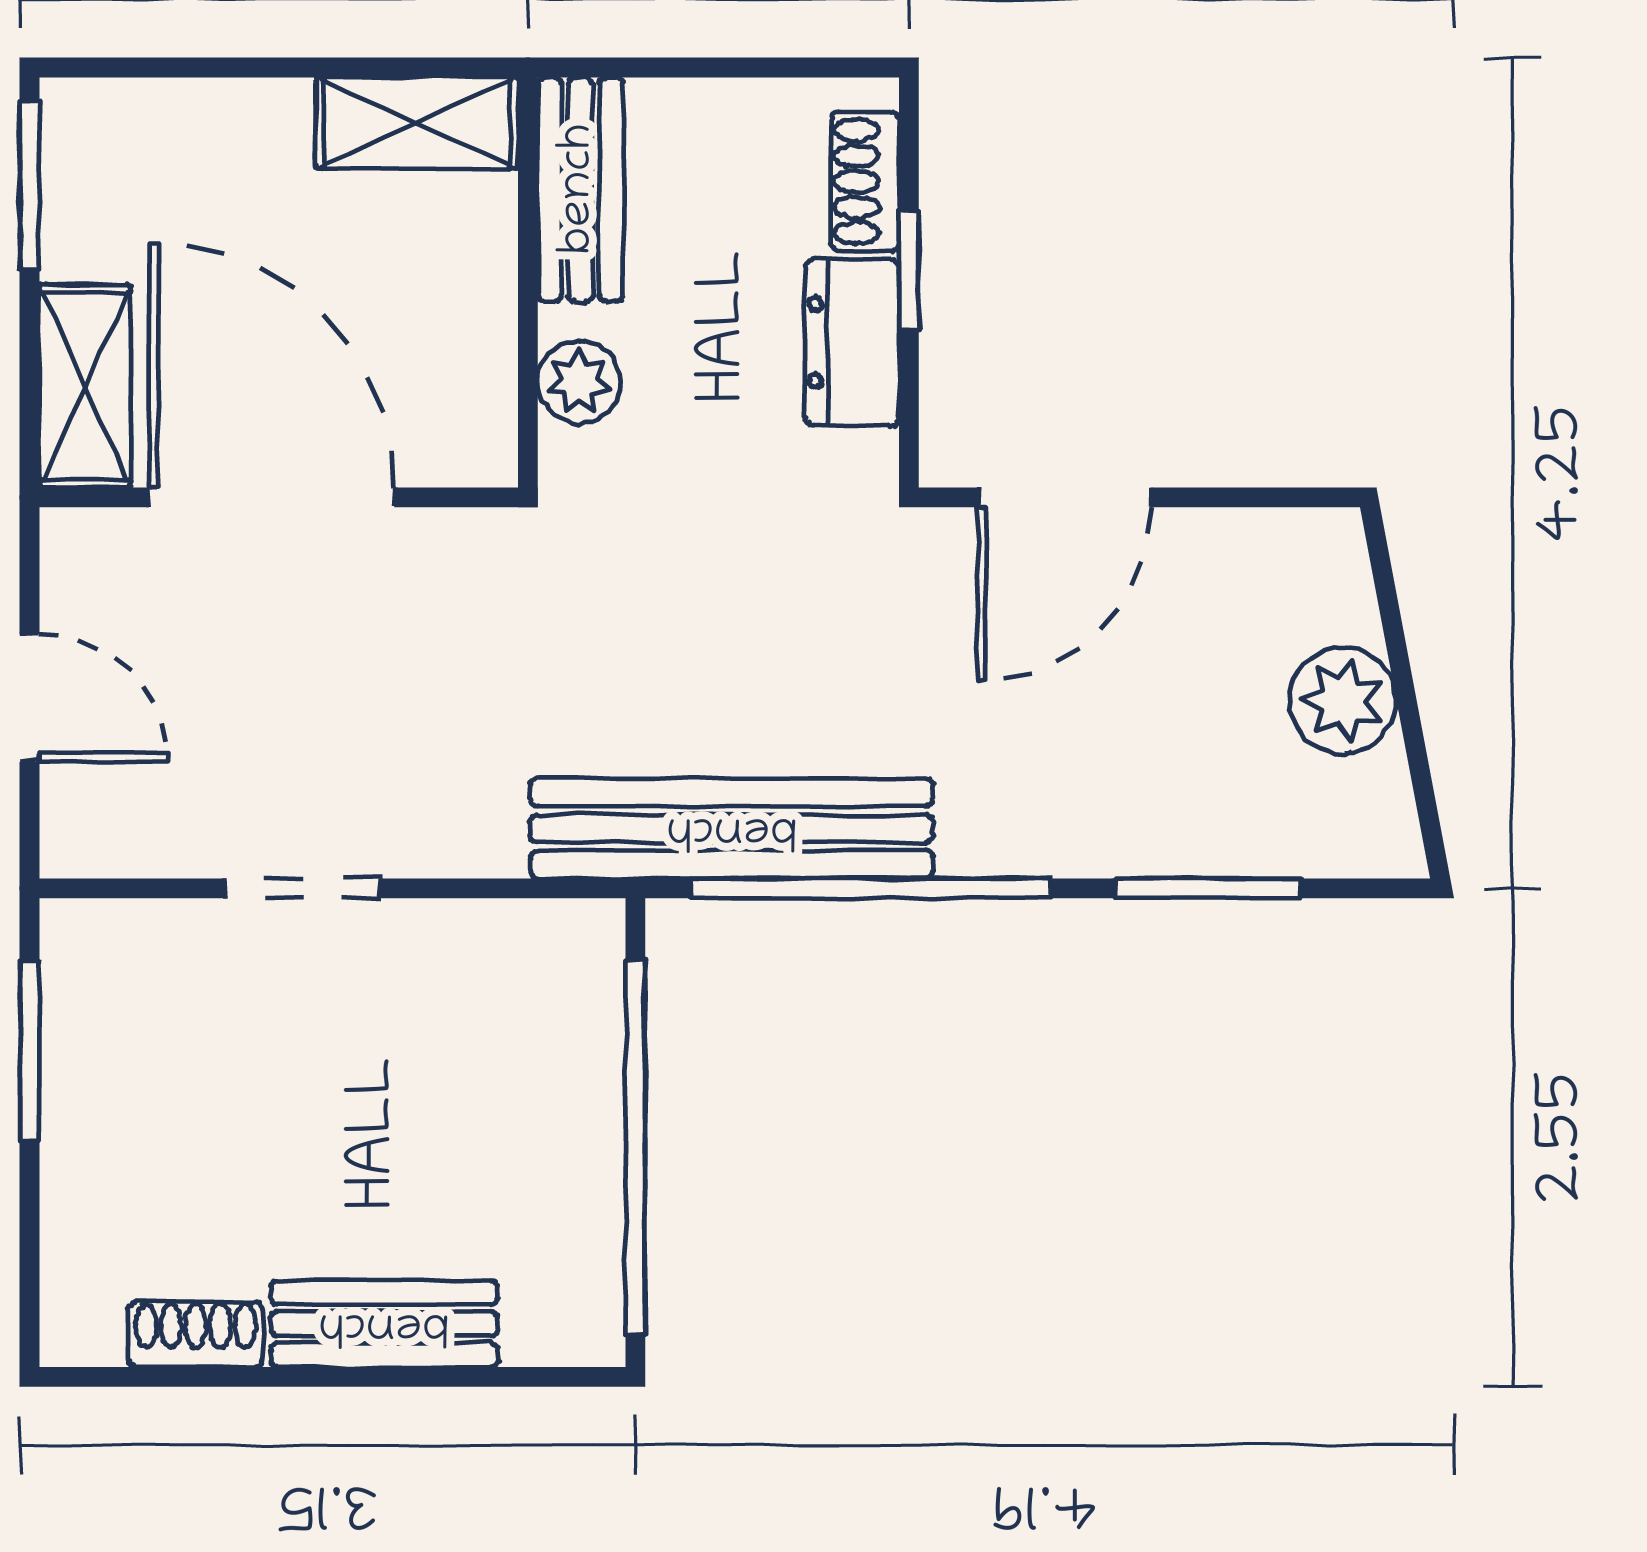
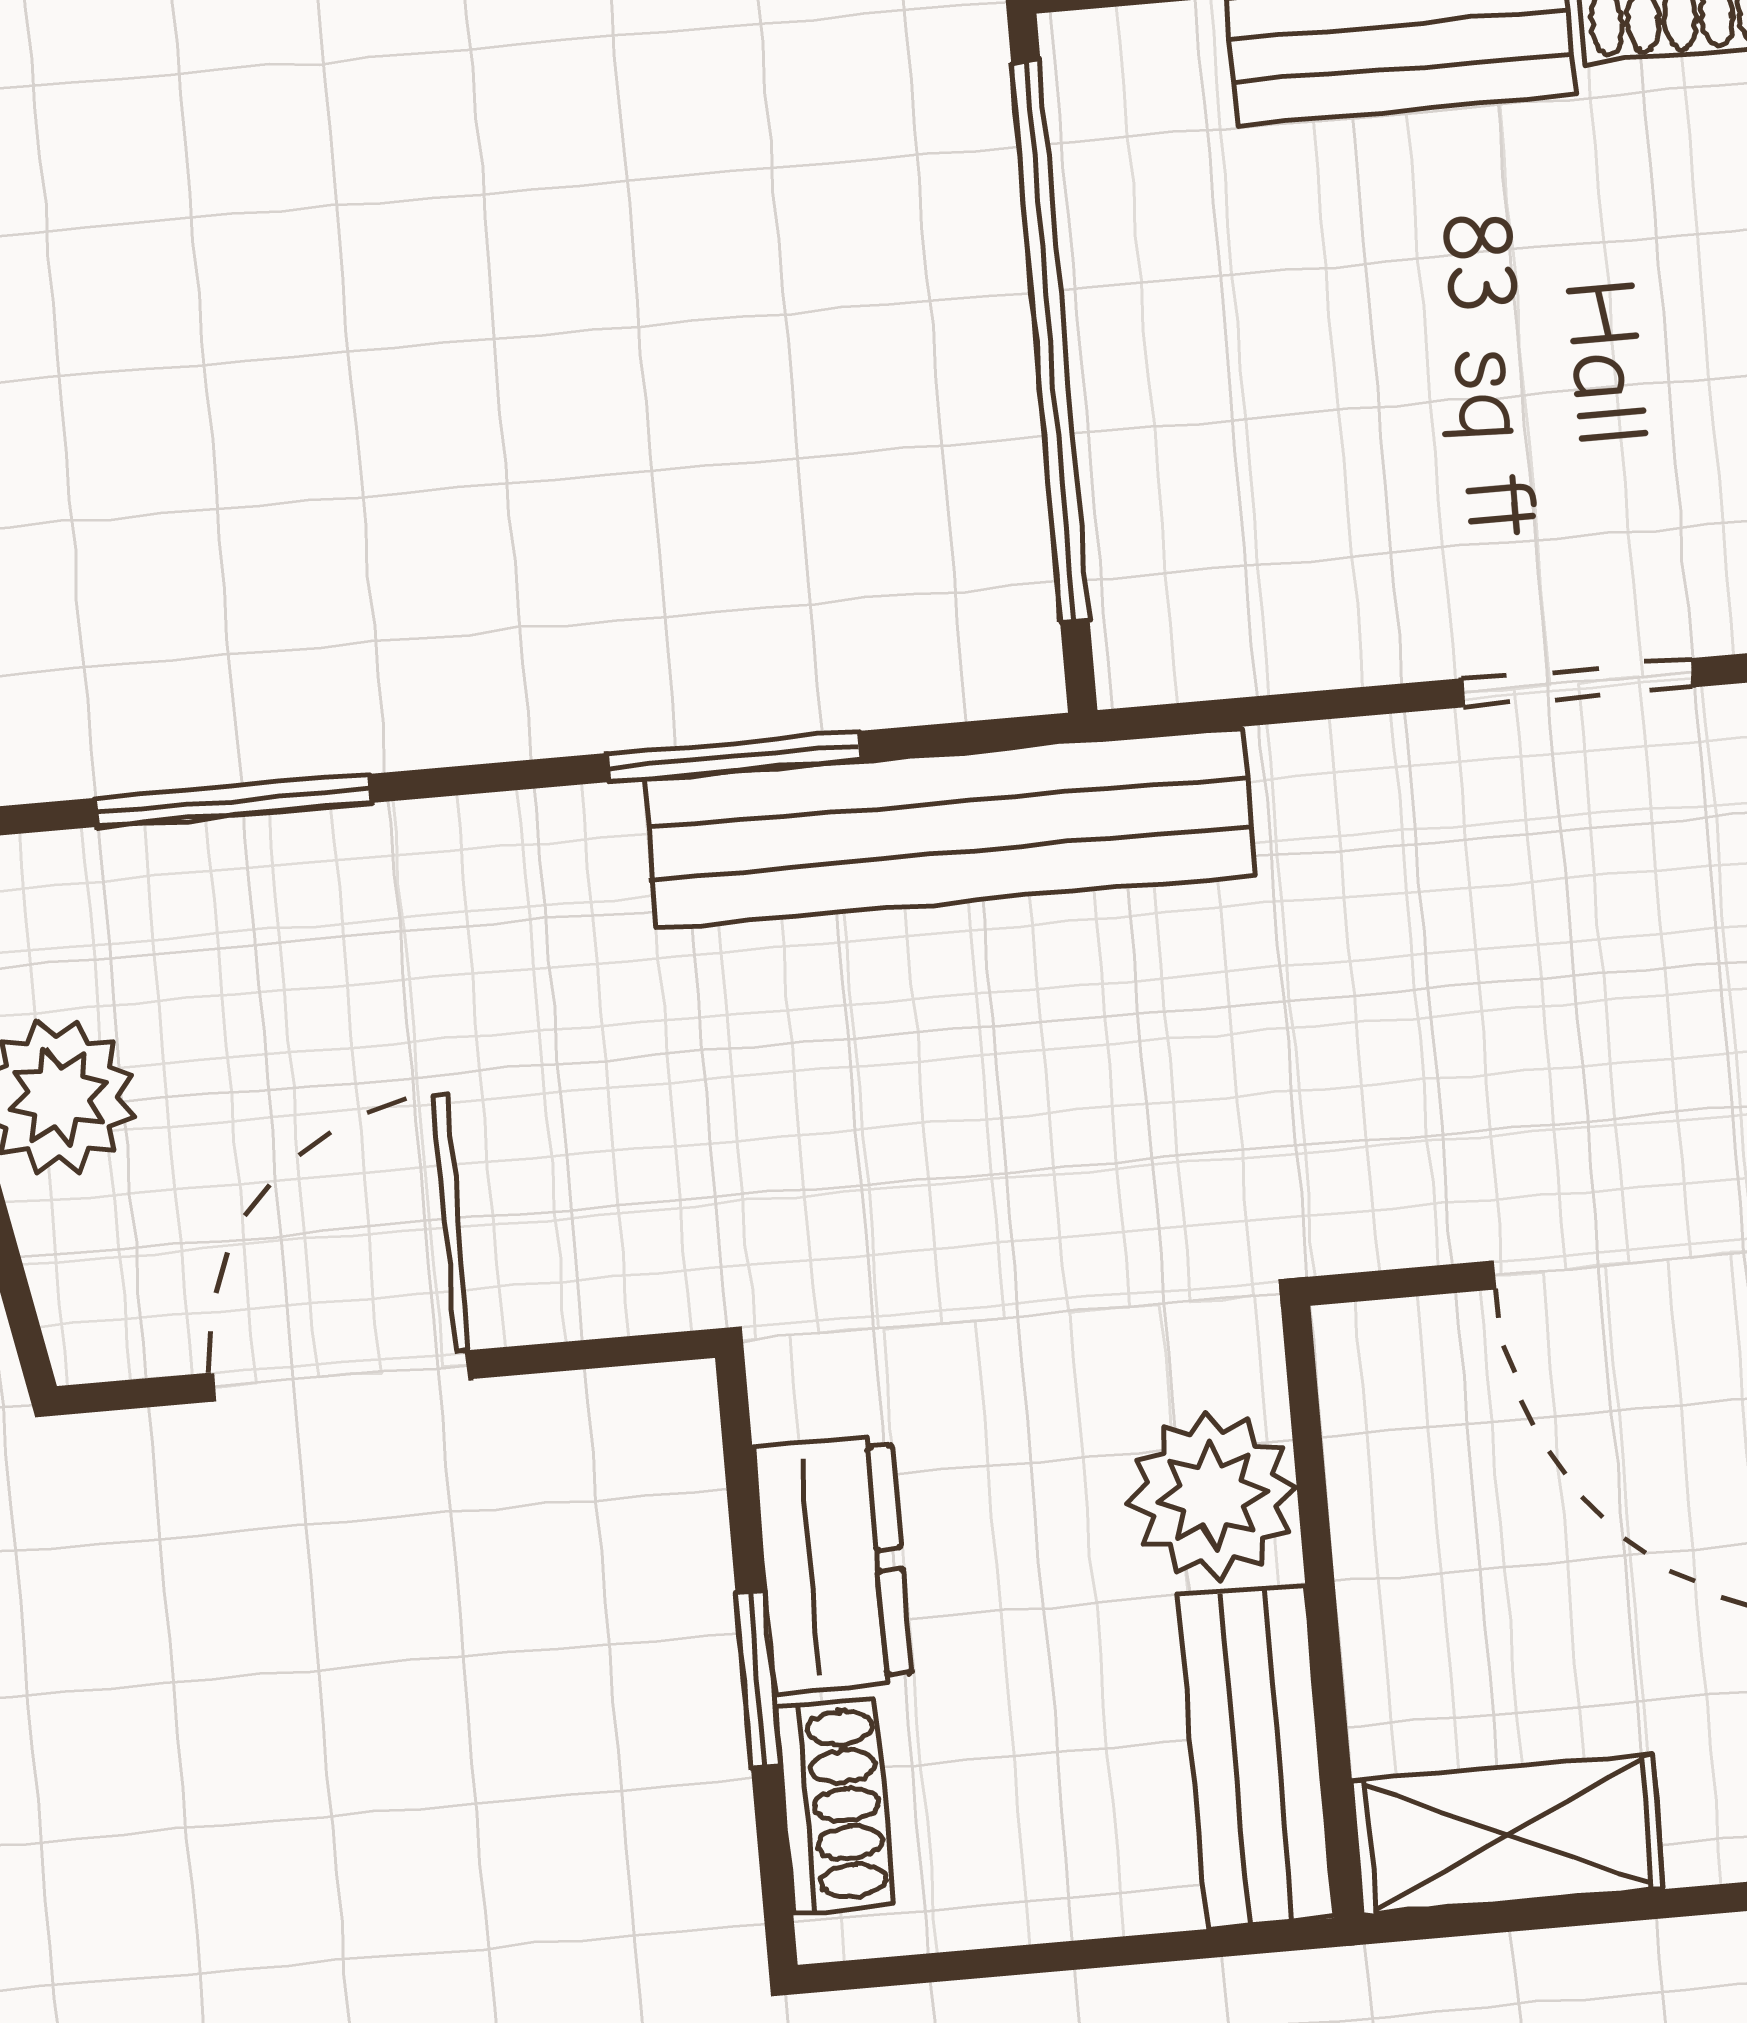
plant: (579, 382) -> (1212, 1496), width x1.38, depth x1.38
door: (1064, 497) -> (341, 1376), moved
window: (871, 888) -> (734, 757), width x0.47

